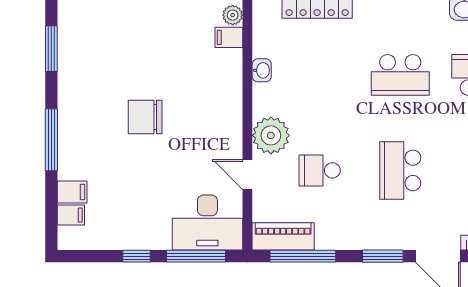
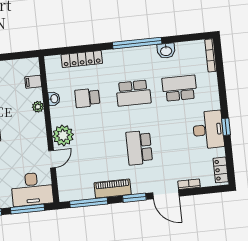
plant: (233, 15) -> (38, 107), moved
school desk: (320, 170) -> (87, 98), moved
door: (247, 174) -> (52, 159), swing flipped
piano: (283, 236) -> (113, 189), moved

